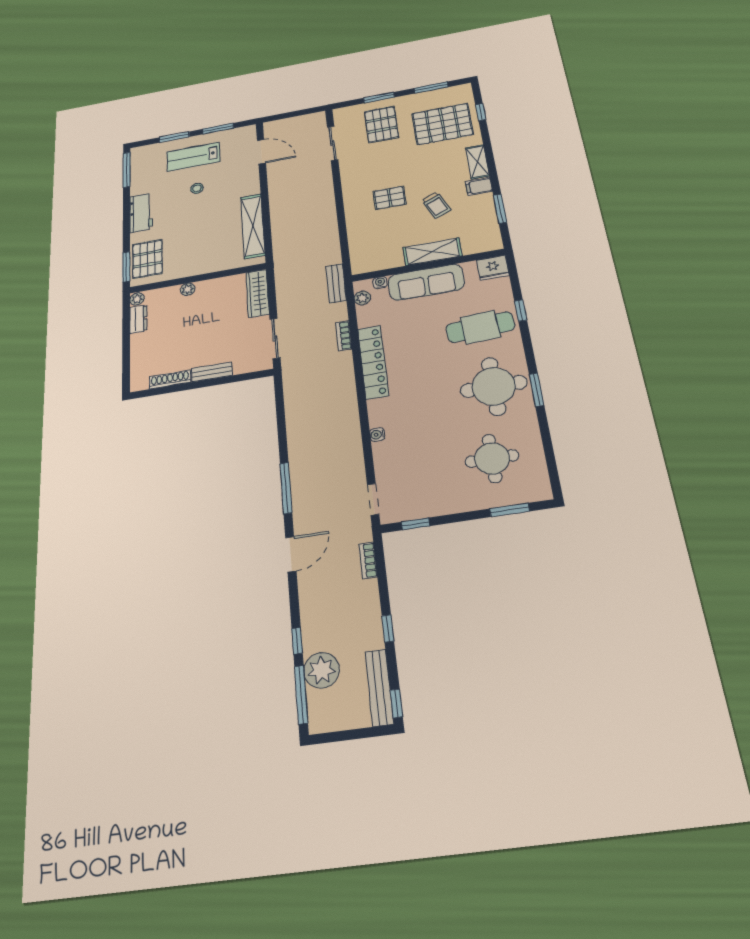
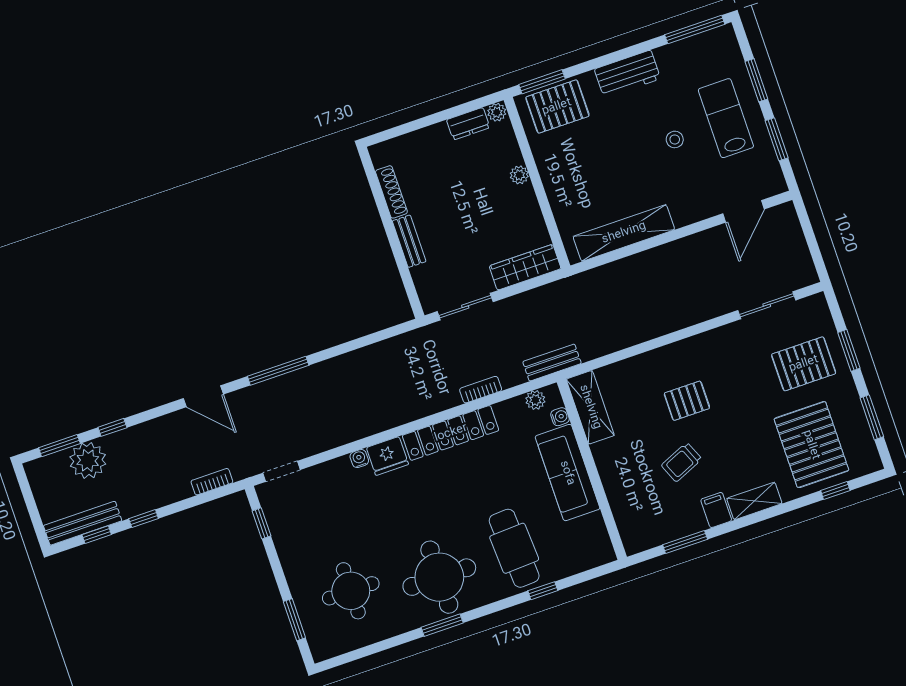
pallet: (390, 198) -> (687, 401), turned 90
shelving: (432, 252) -> (590, 407), moved
fridge: (493, 268) -> (387, 456), moved, turned -90
window: (301, 695) -> (59, 446), width x0.69
window: (396, 703) -> (97, 535), moved

